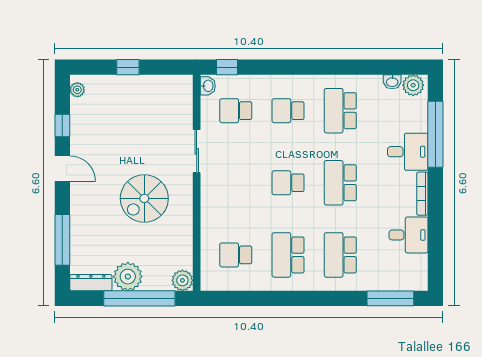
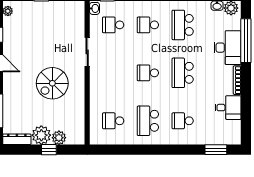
desk: (408, 152) -> (227, 48), width x1.37
school desk: (340, 255) -> (183, 121), width x0.54
plant: (182, 280) -> (59, 138), moved
window: (139, 298) -> (49, 150), width x0.32
window: (390, 298) -> (216, 150), width x0.69

